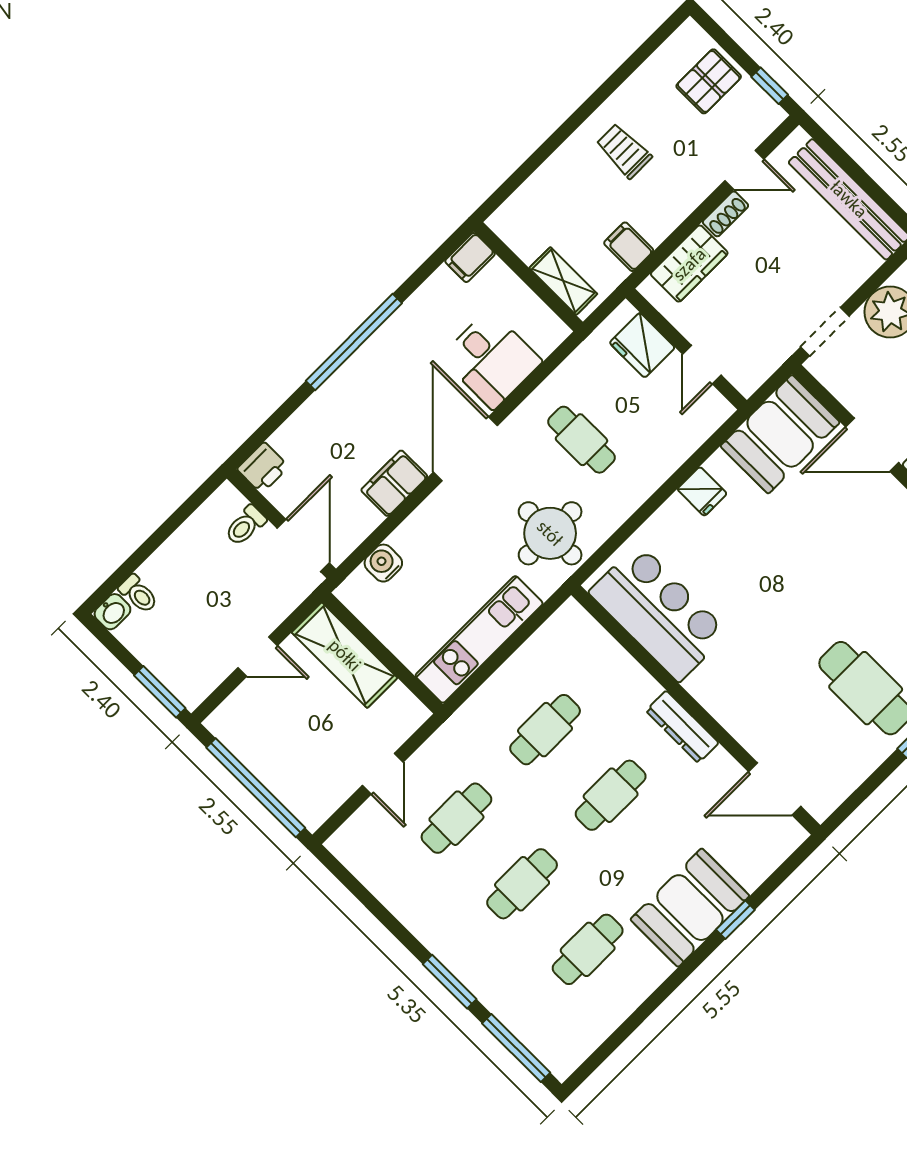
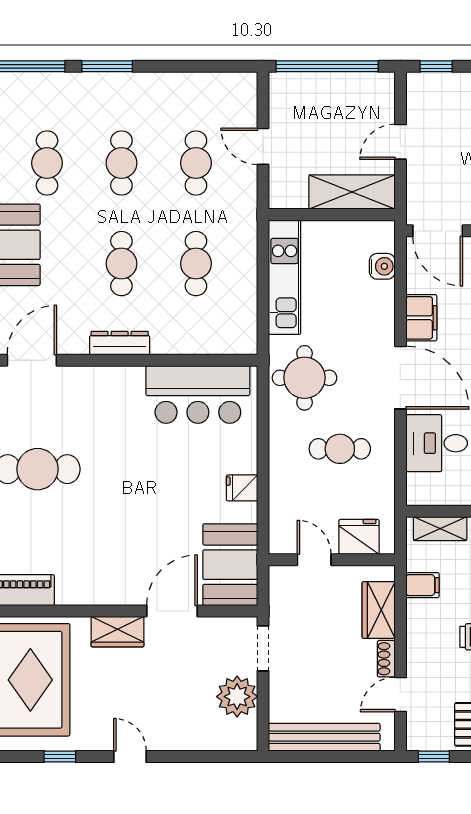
window: (160, 692) -> (436, 66), width x0.67

